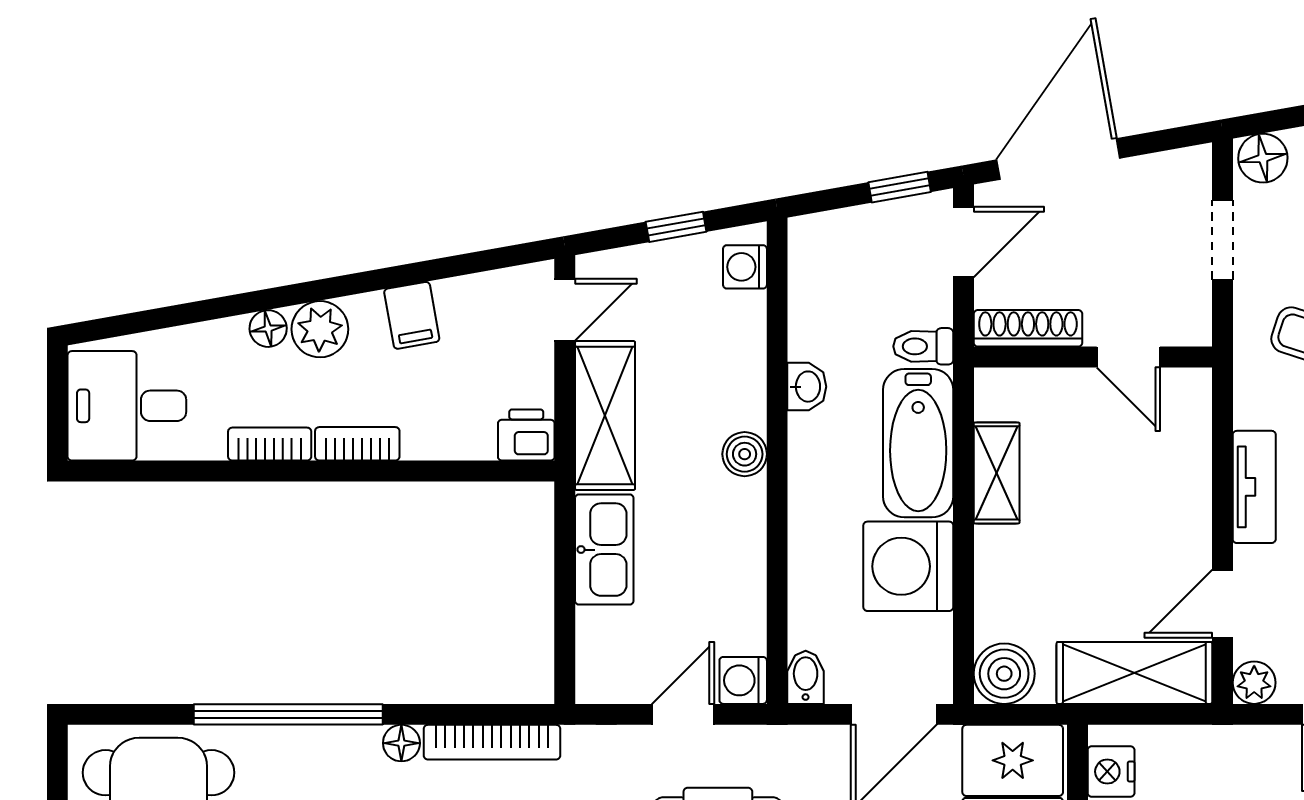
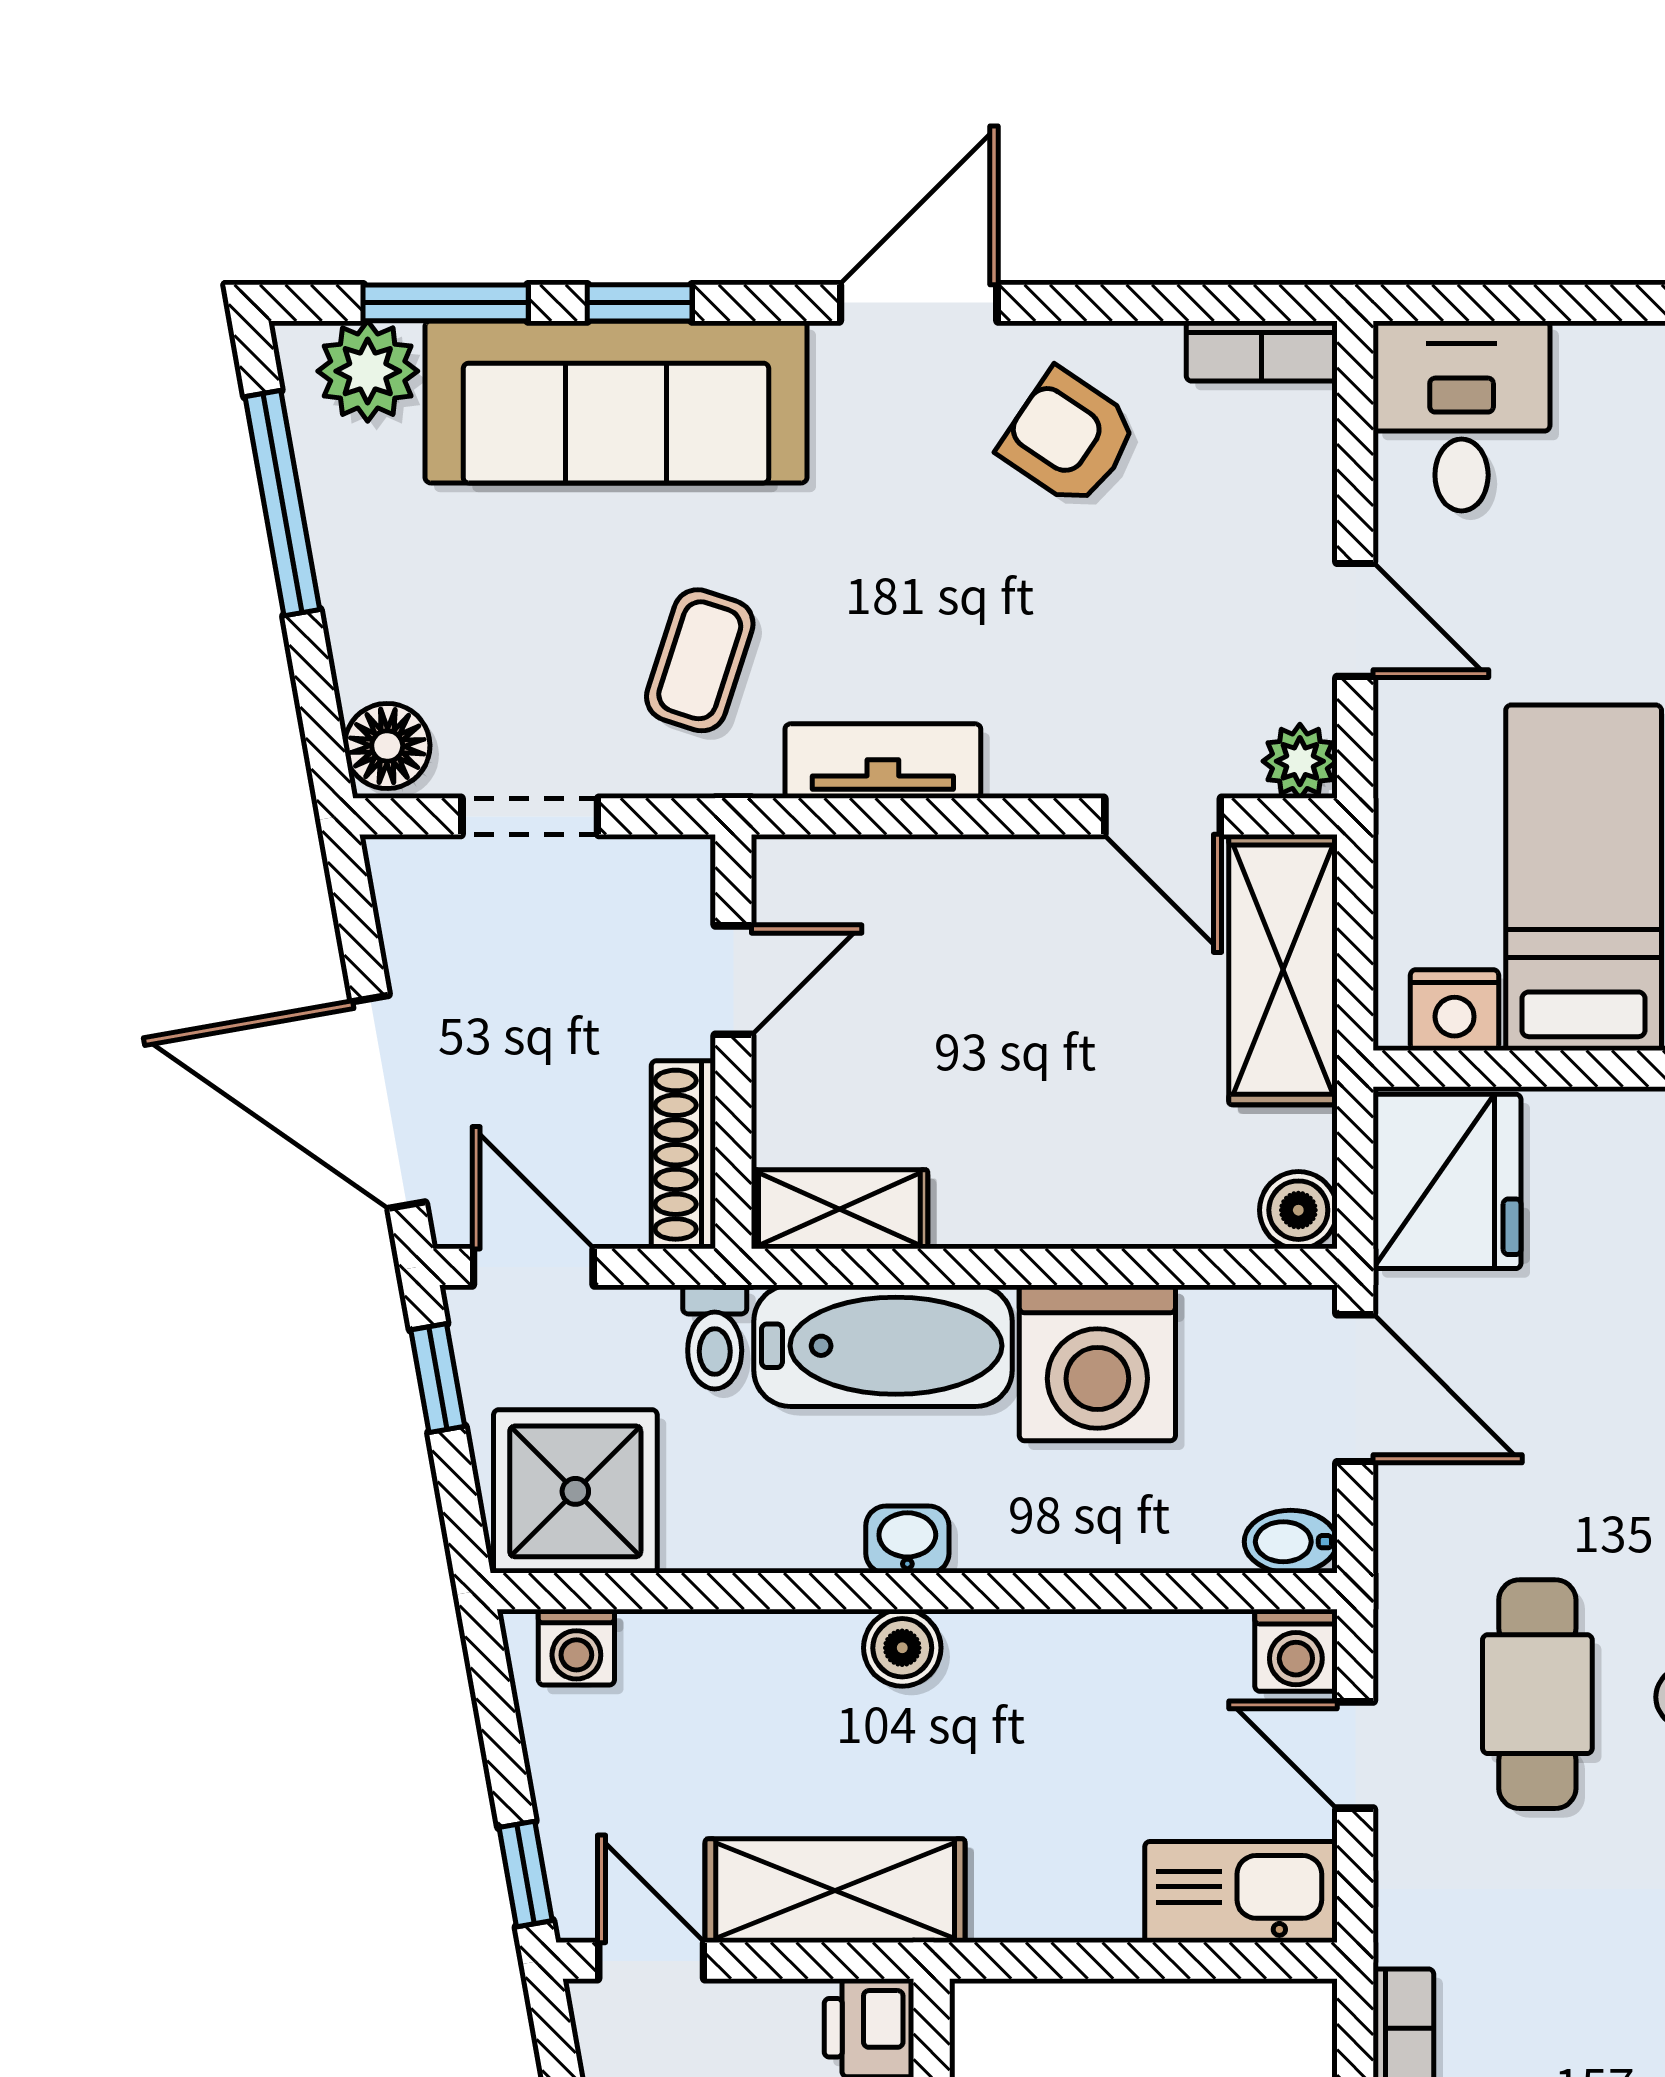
window: (676, 227) -> (526, 1874), moved
shower: (835, 266) -> (575, 1491), added
washbasin: (807, 387) -> (907, 1540), moved
shelving: (997, 473) -> (839, 1209), moved
tv unit: (1254, 487) -> (883, 761), moved
kitchen sink: (604, 550) -> (1241, 1892), moved
boiler: (1004, 674) -> (1298, 1210), width x0.73, depth x0.73

